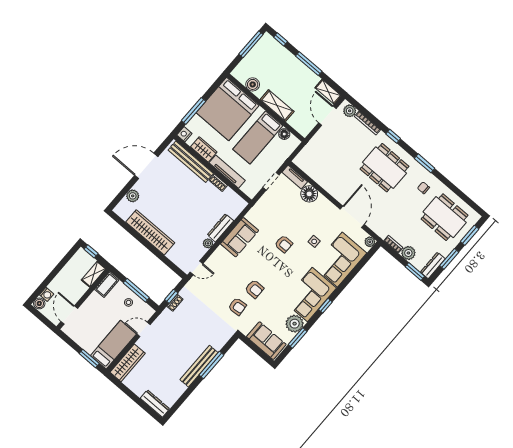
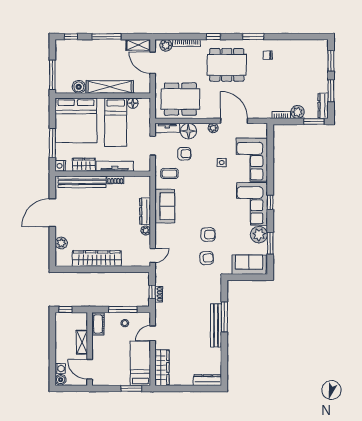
window: (251, 44) -> (52, 75), moved
shelving: (277, 106) -> (110, 87), width x1.47
coffee table: (265, 215) -> (169, 174), added
dining table: (445, 217) -> (180, 99), moved
plant: (370, 242) -> (213, 128), moved
armchair: (284, 244) -> (184, 154), moved
shelving: (94, 274) -> (82, 342), moved

